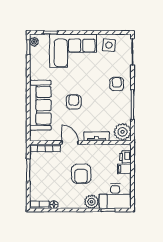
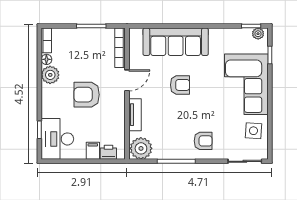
plant: (91, 202) -> (50, 75), moved

